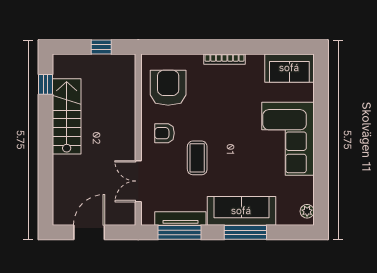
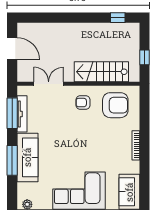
stairs: (67, 116) -> (101, 72), moved, turned 180
armchair: (165, 133) -> (83, 103), turned -90
coffee table: (197, 158) -> (65, 126), removed

